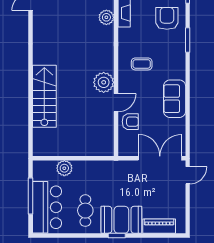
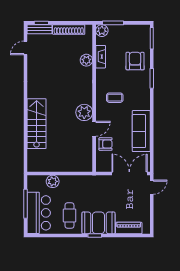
sofa: (175, 99) -> (141, 131), width x1.36

